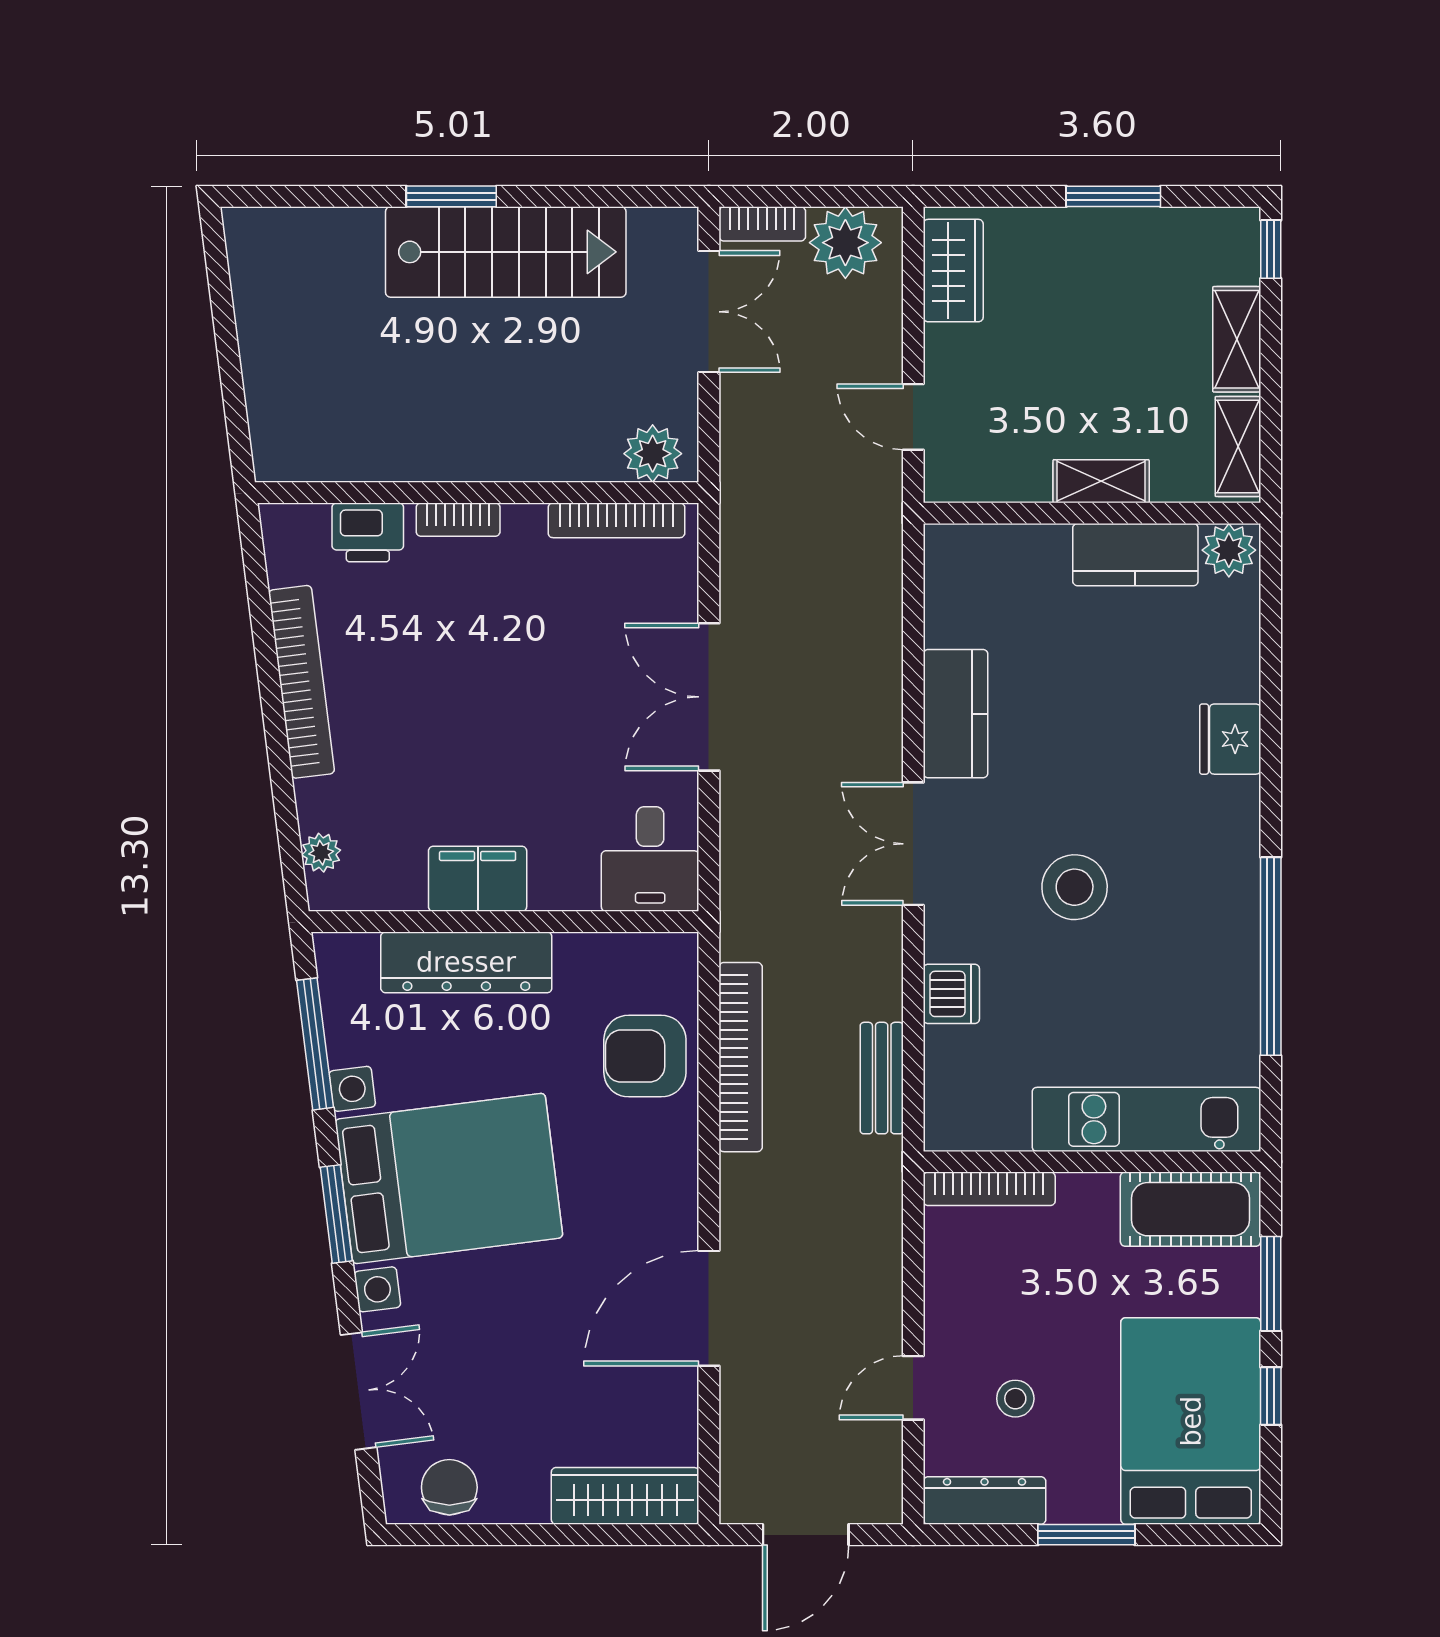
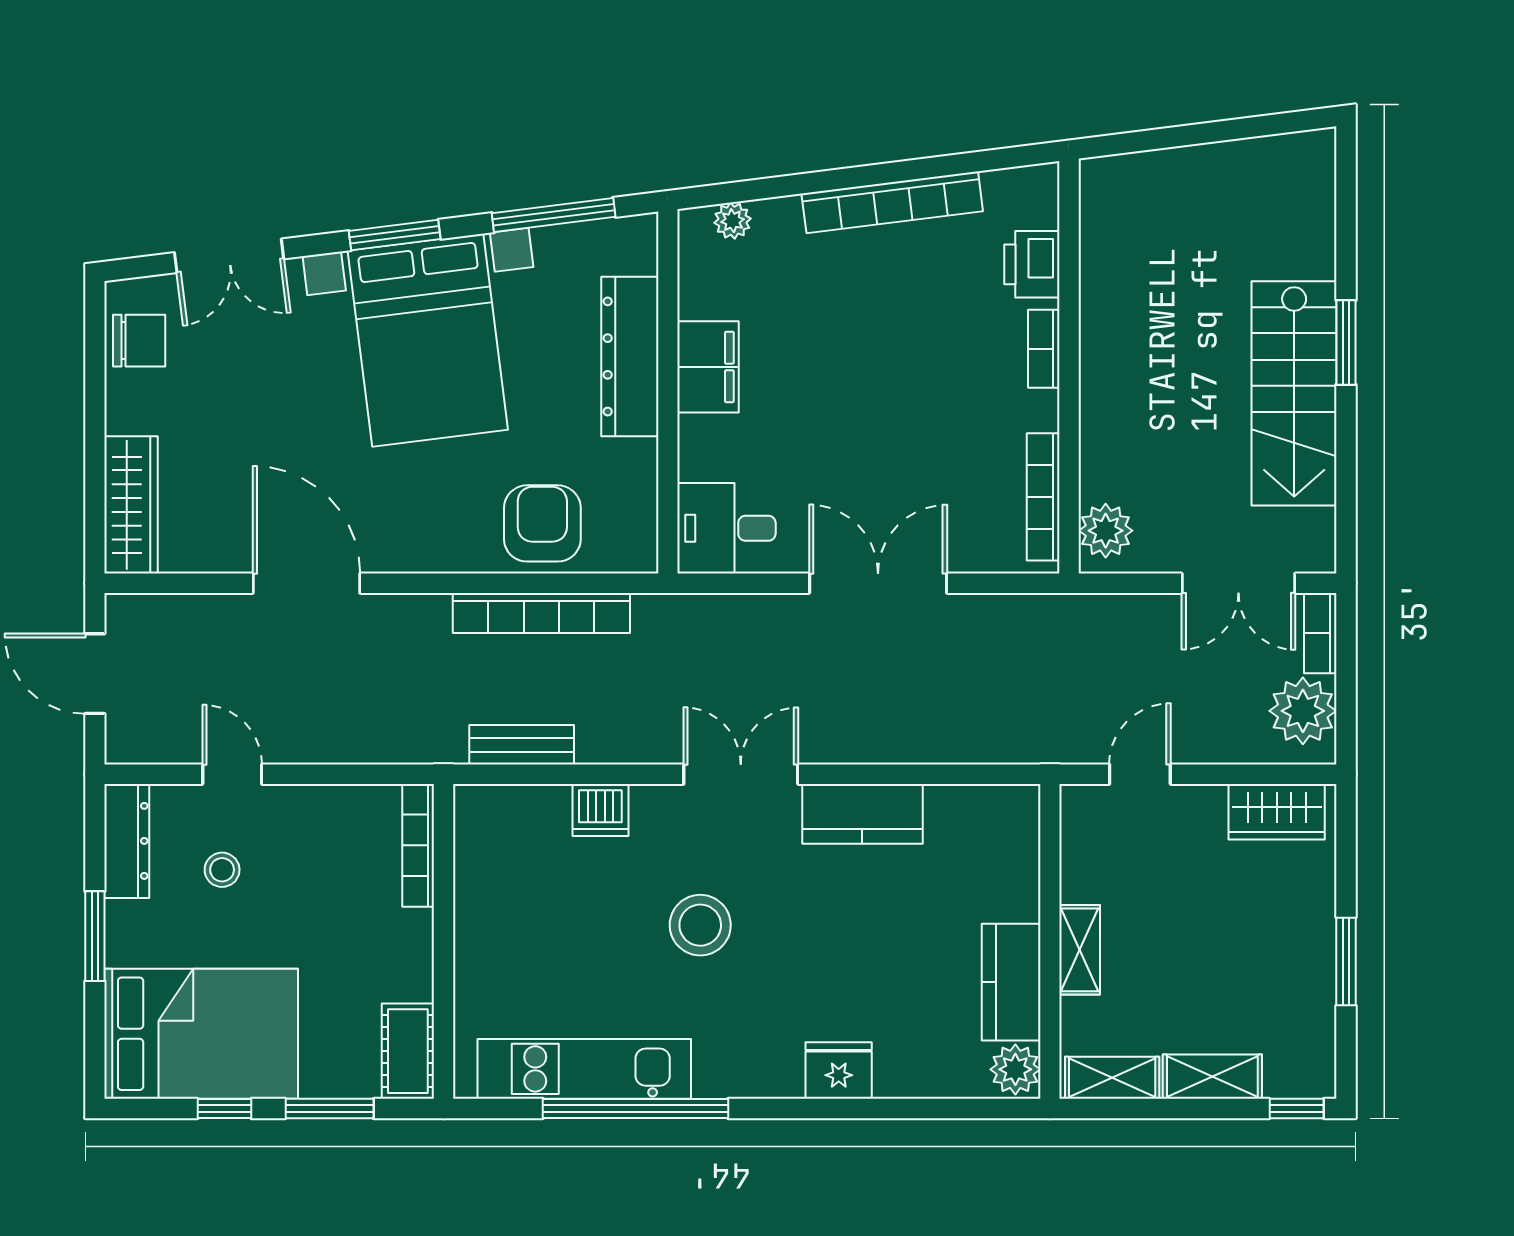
kitchen unit: (1146, 1119) -> (584, 1069), moved, turned -90
cot: (1191, 1209) -> (408, 1051), width x0.73, depth x0.75

